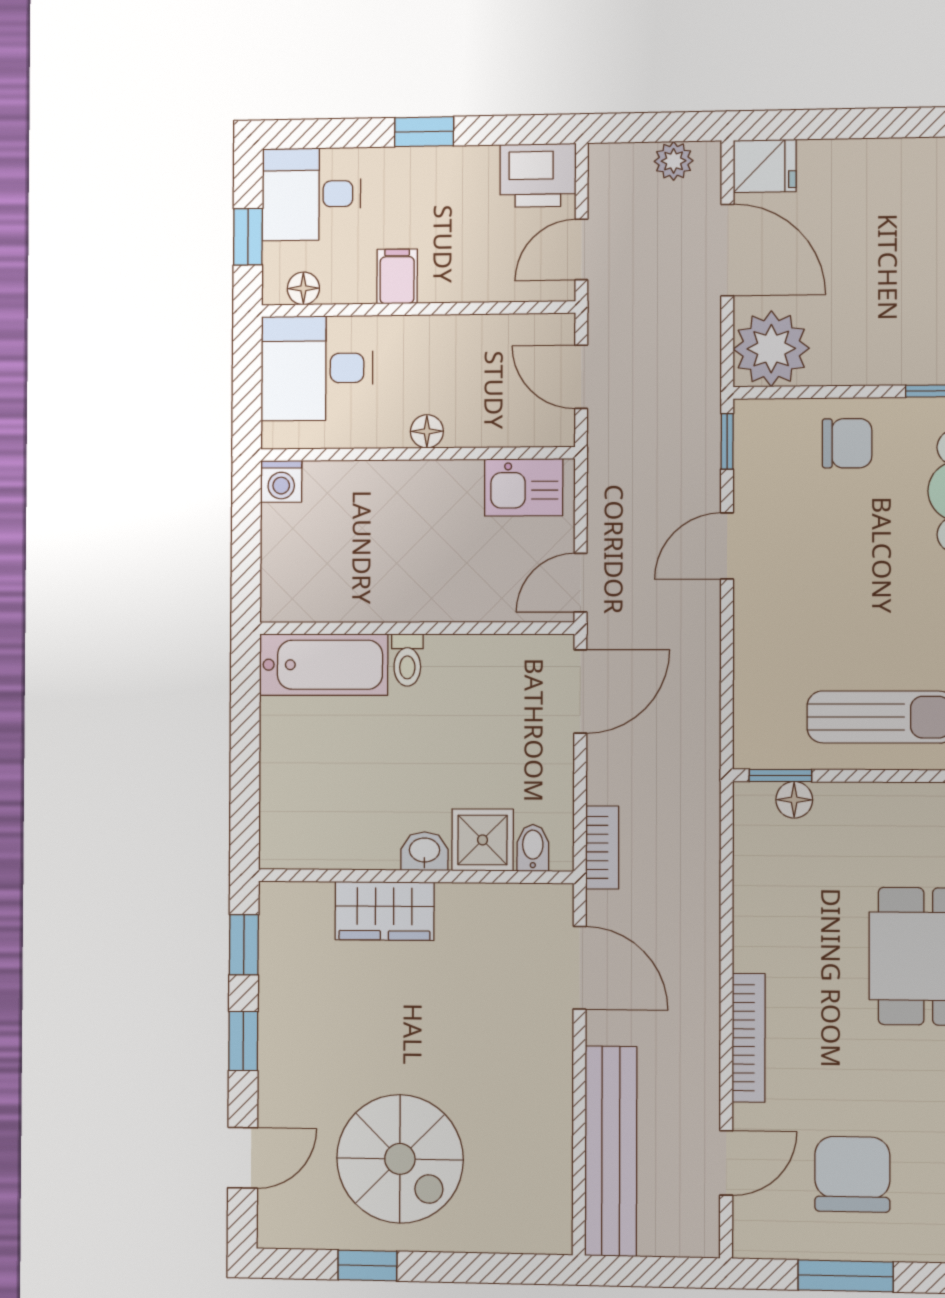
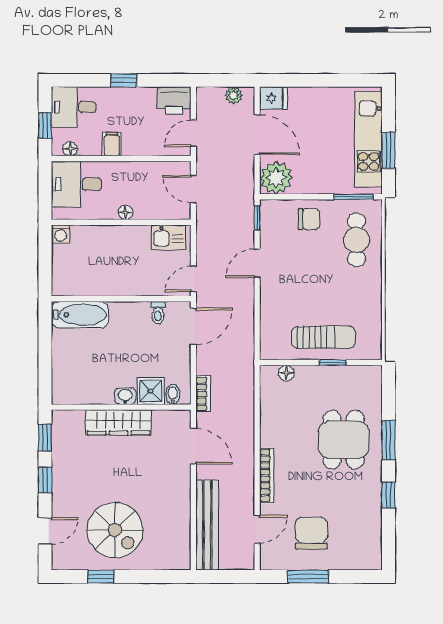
toilet: (407, 660) -> (158, 313), moved
window: (780, 775) -> (333, 362), moved
wardrobe: (385, 911) -> (119, 422), width x1.50

